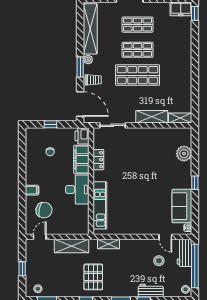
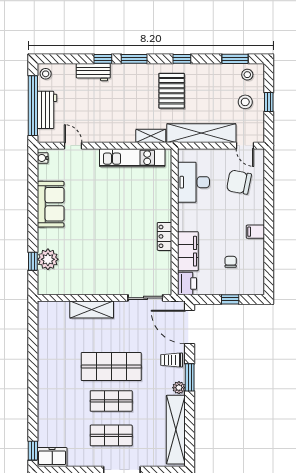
shelving: (180, 118) -> (53, 308), removed
locker: (98, 160) -> (165, 236), moved
window: (195, 183) -> (33, 261), moved
desk: (77, 189) -> (193, 182), moved
filing cabinet: (32, 190) -> (255, 232), moved
kitchen unit: (100, 205) -> (132, 158), moved, turned -90
sofa: (182, 206) -> (51, 204), moved
door: (40, 237) -> (245, 146), hinge flipped
shelving: (71, 246) -> (201, 133), width x1.47
workbench: (185, 253) -> (47, 110), moved
stool: (159, 261) -> (245, 102), moved

